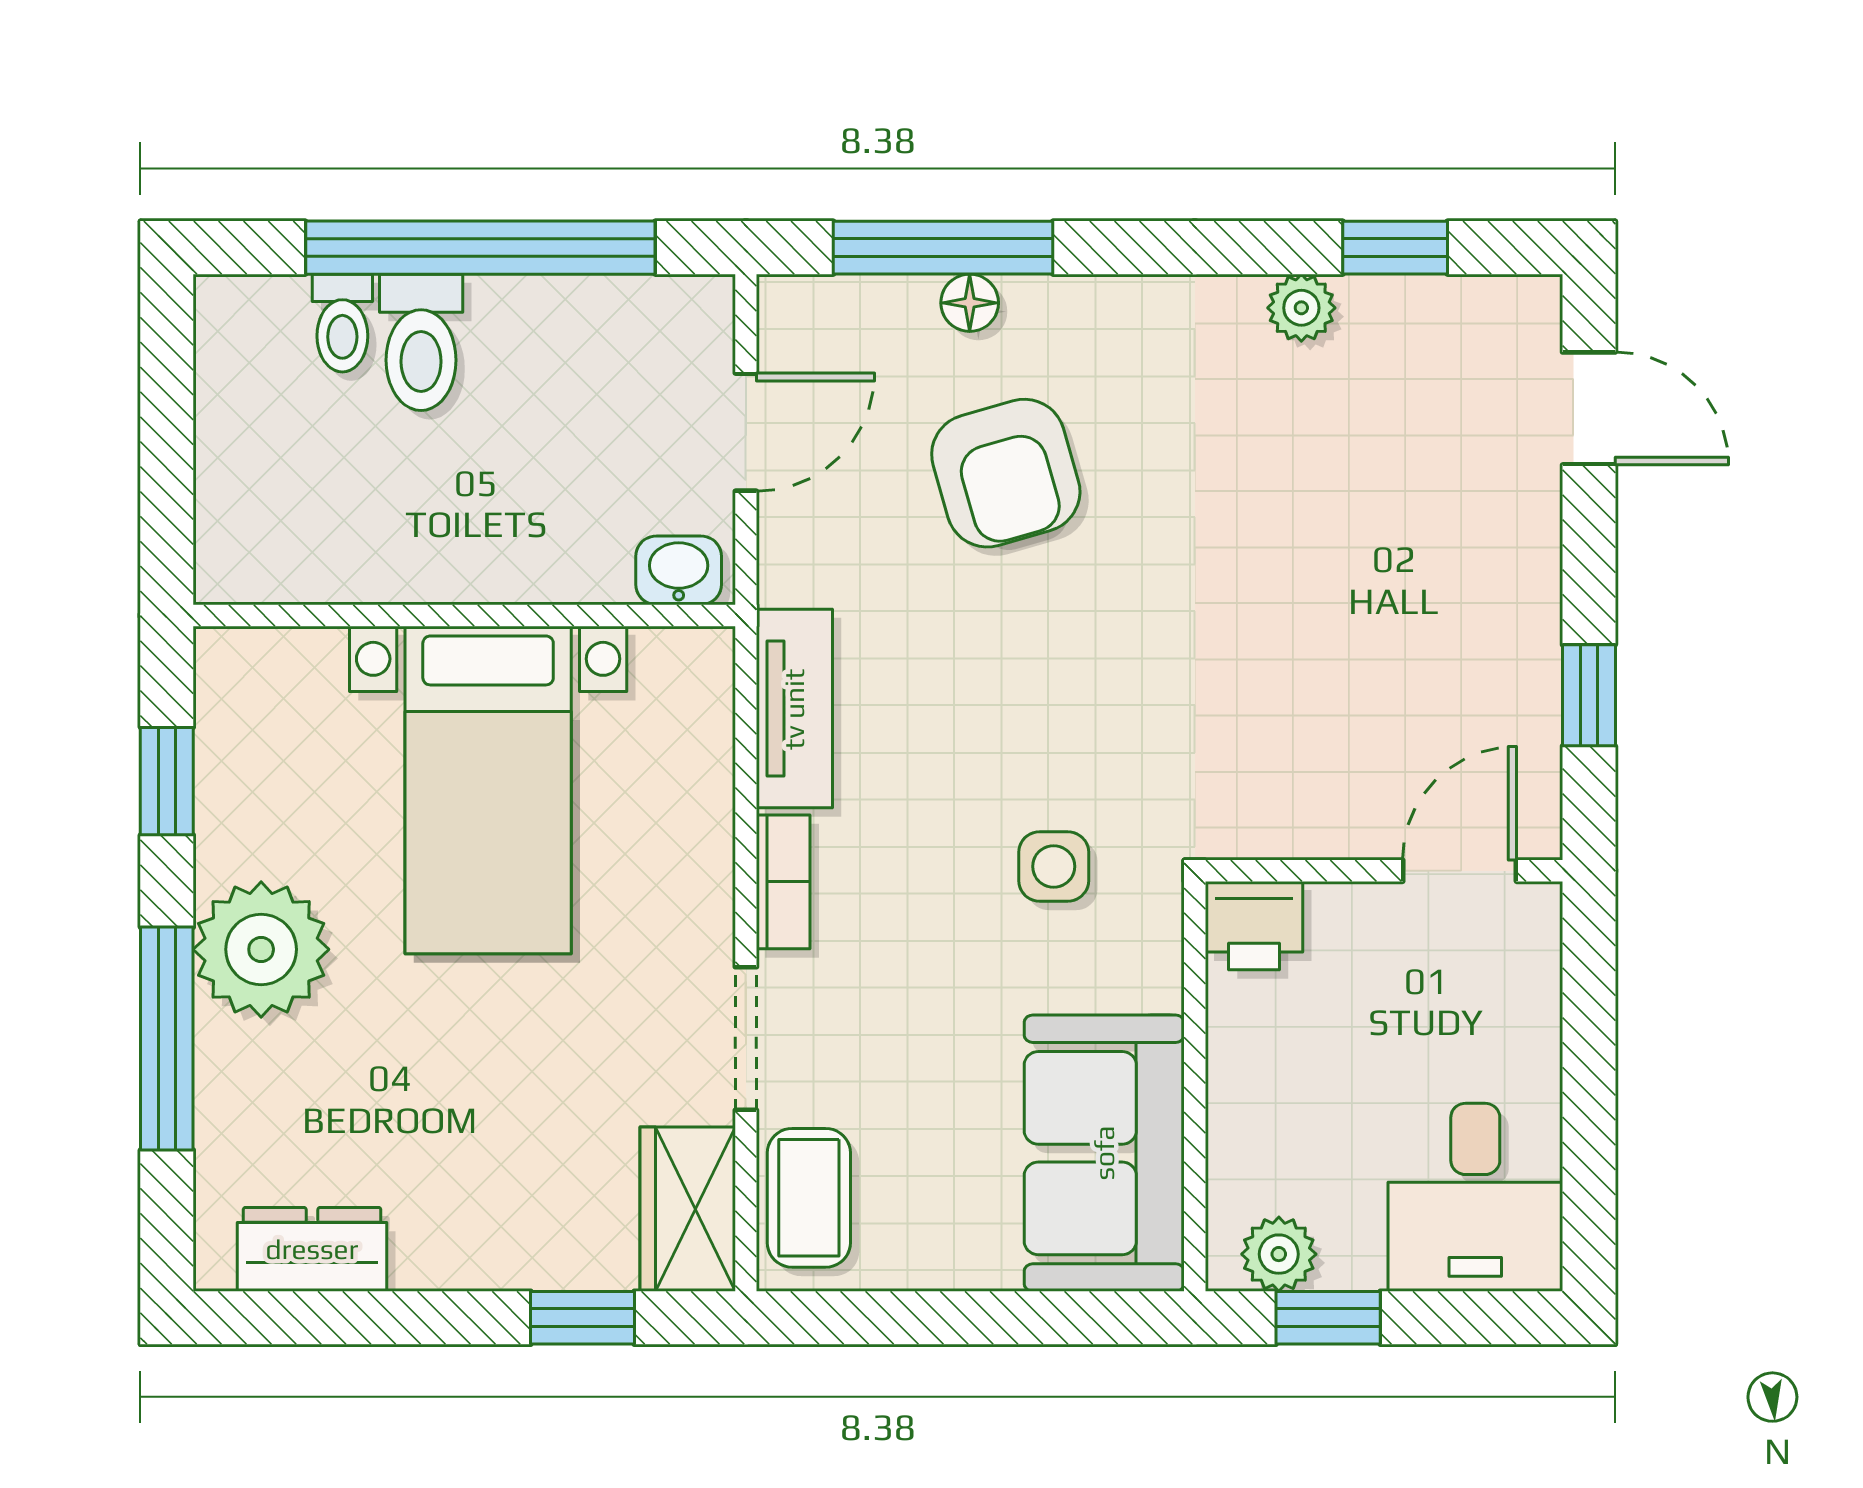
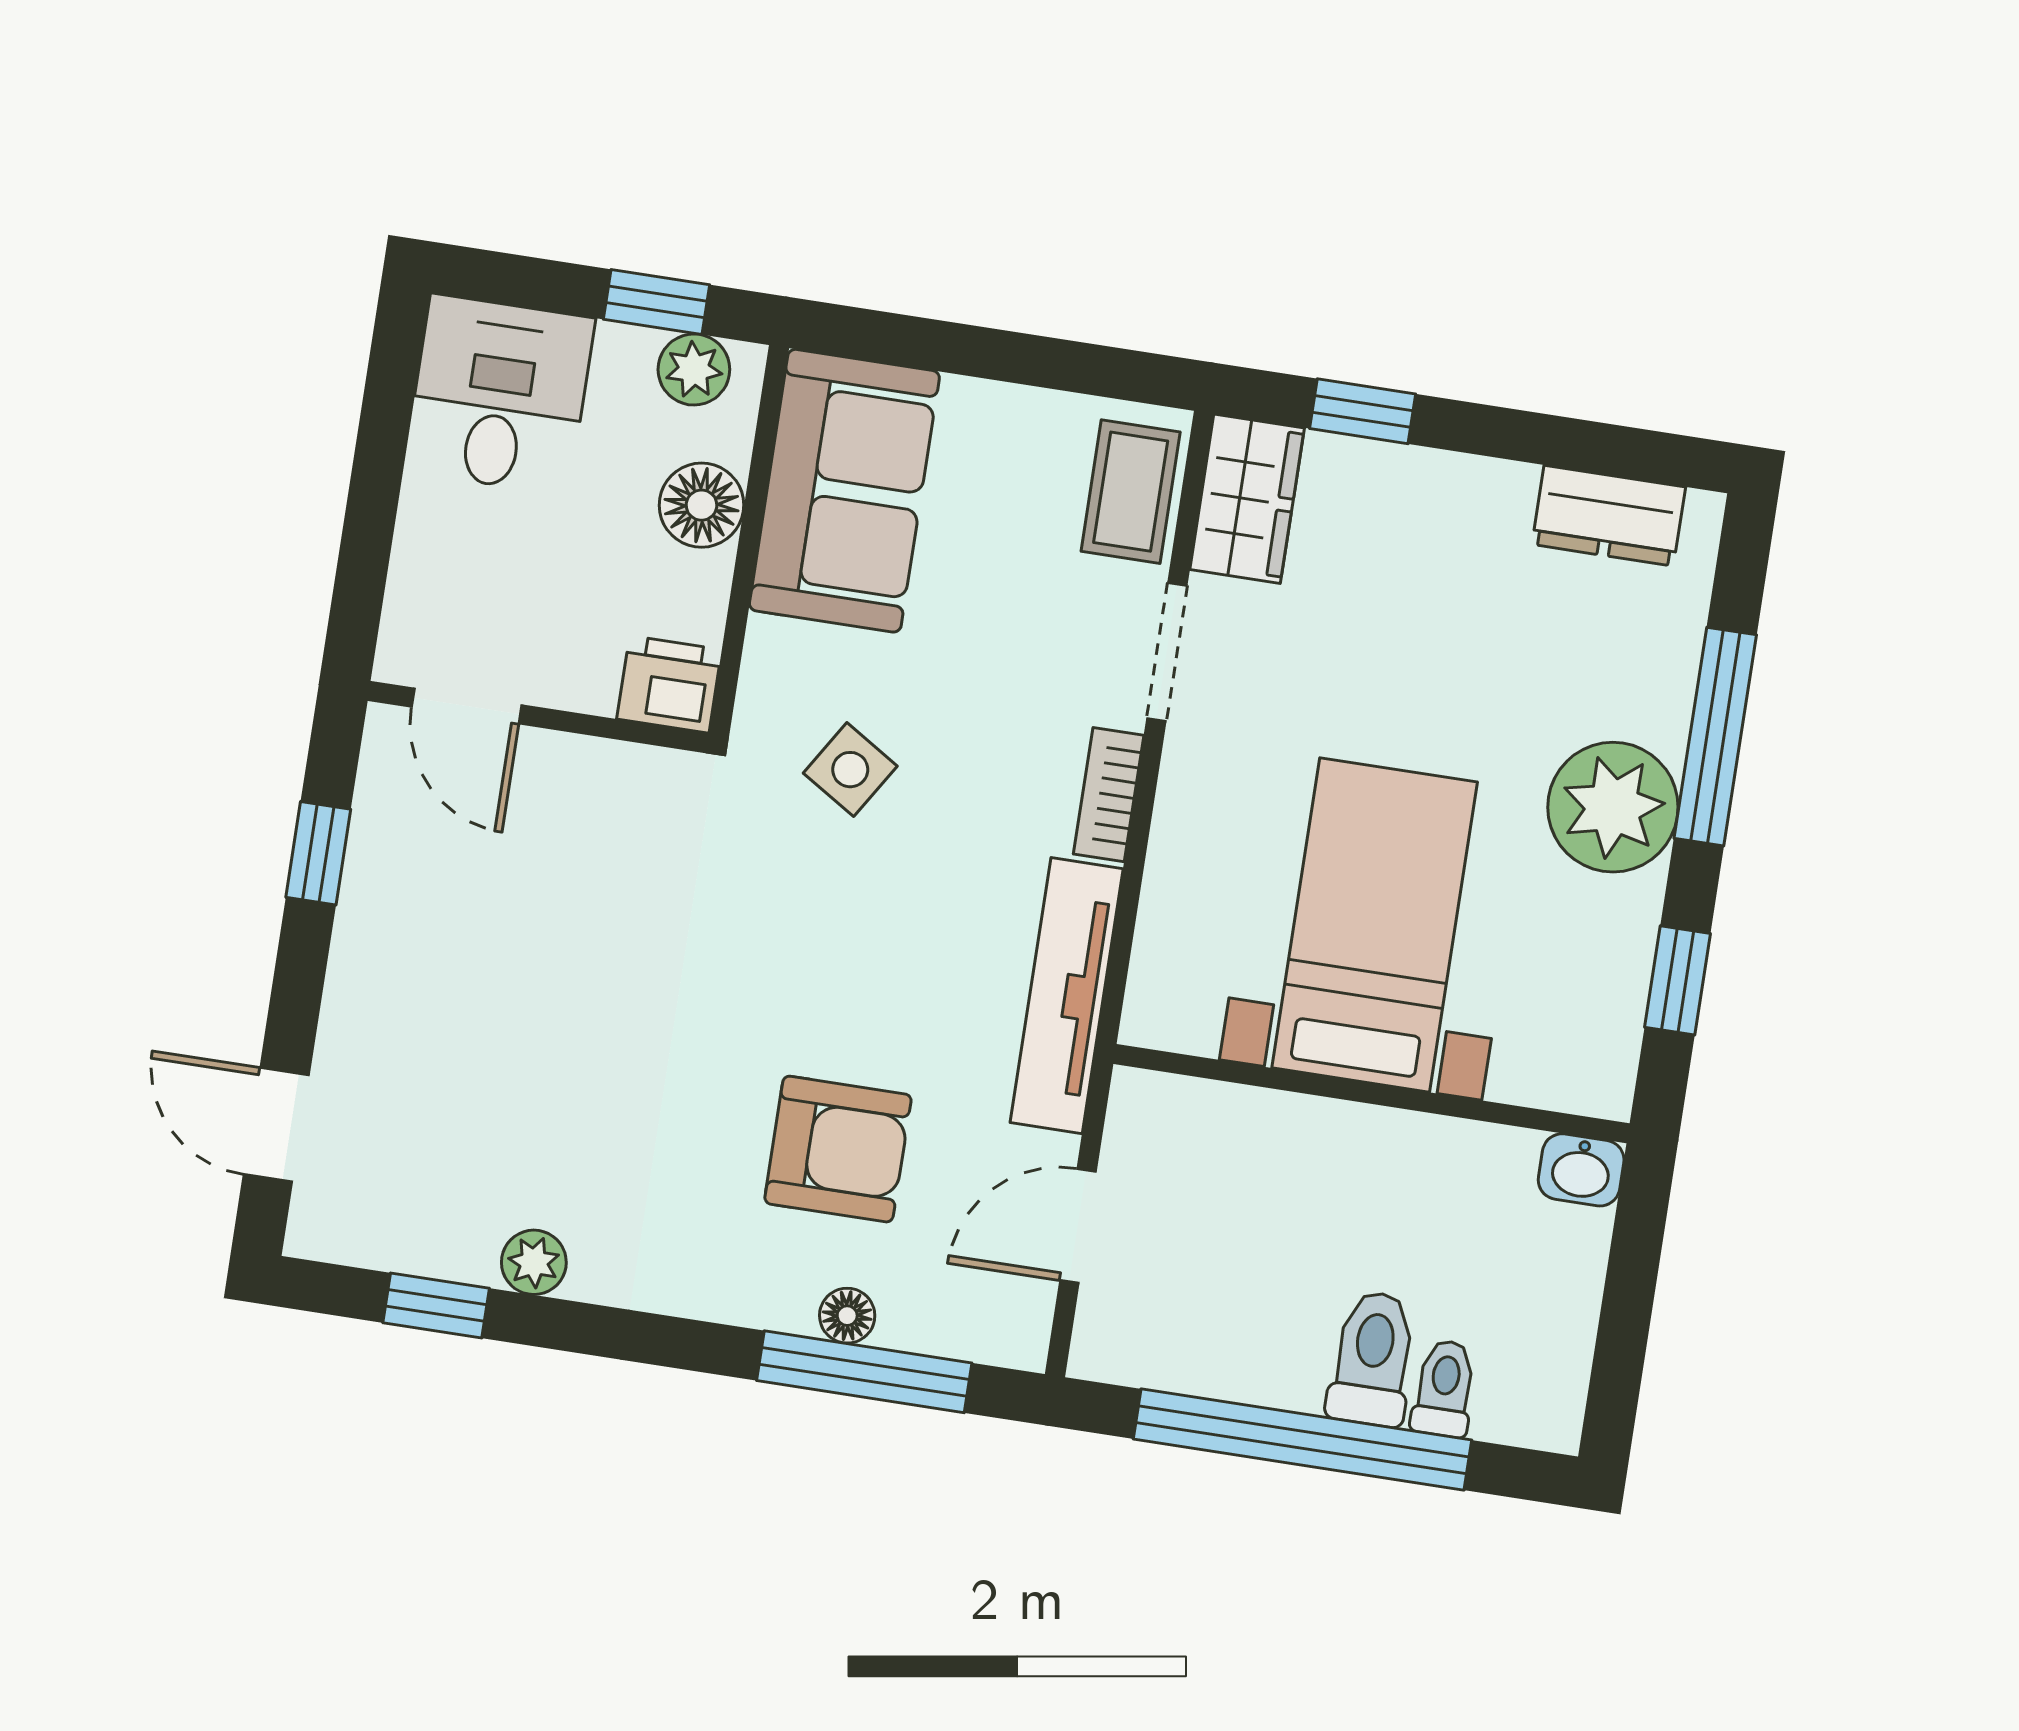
armchair: (1006, 473) -> (838, 1149), turned 106
washbasin: (679, 570) -> (1581, 1170), moved
tv unit: (794, 709) -> (1067, 996), width x1.41
side table: (1054, 866) -> (850, 770), turned 32
door: (1460, 871) -> (467, 706), hinge flipped
floor lamp: (1249, 1115) -> (702, 505), added

